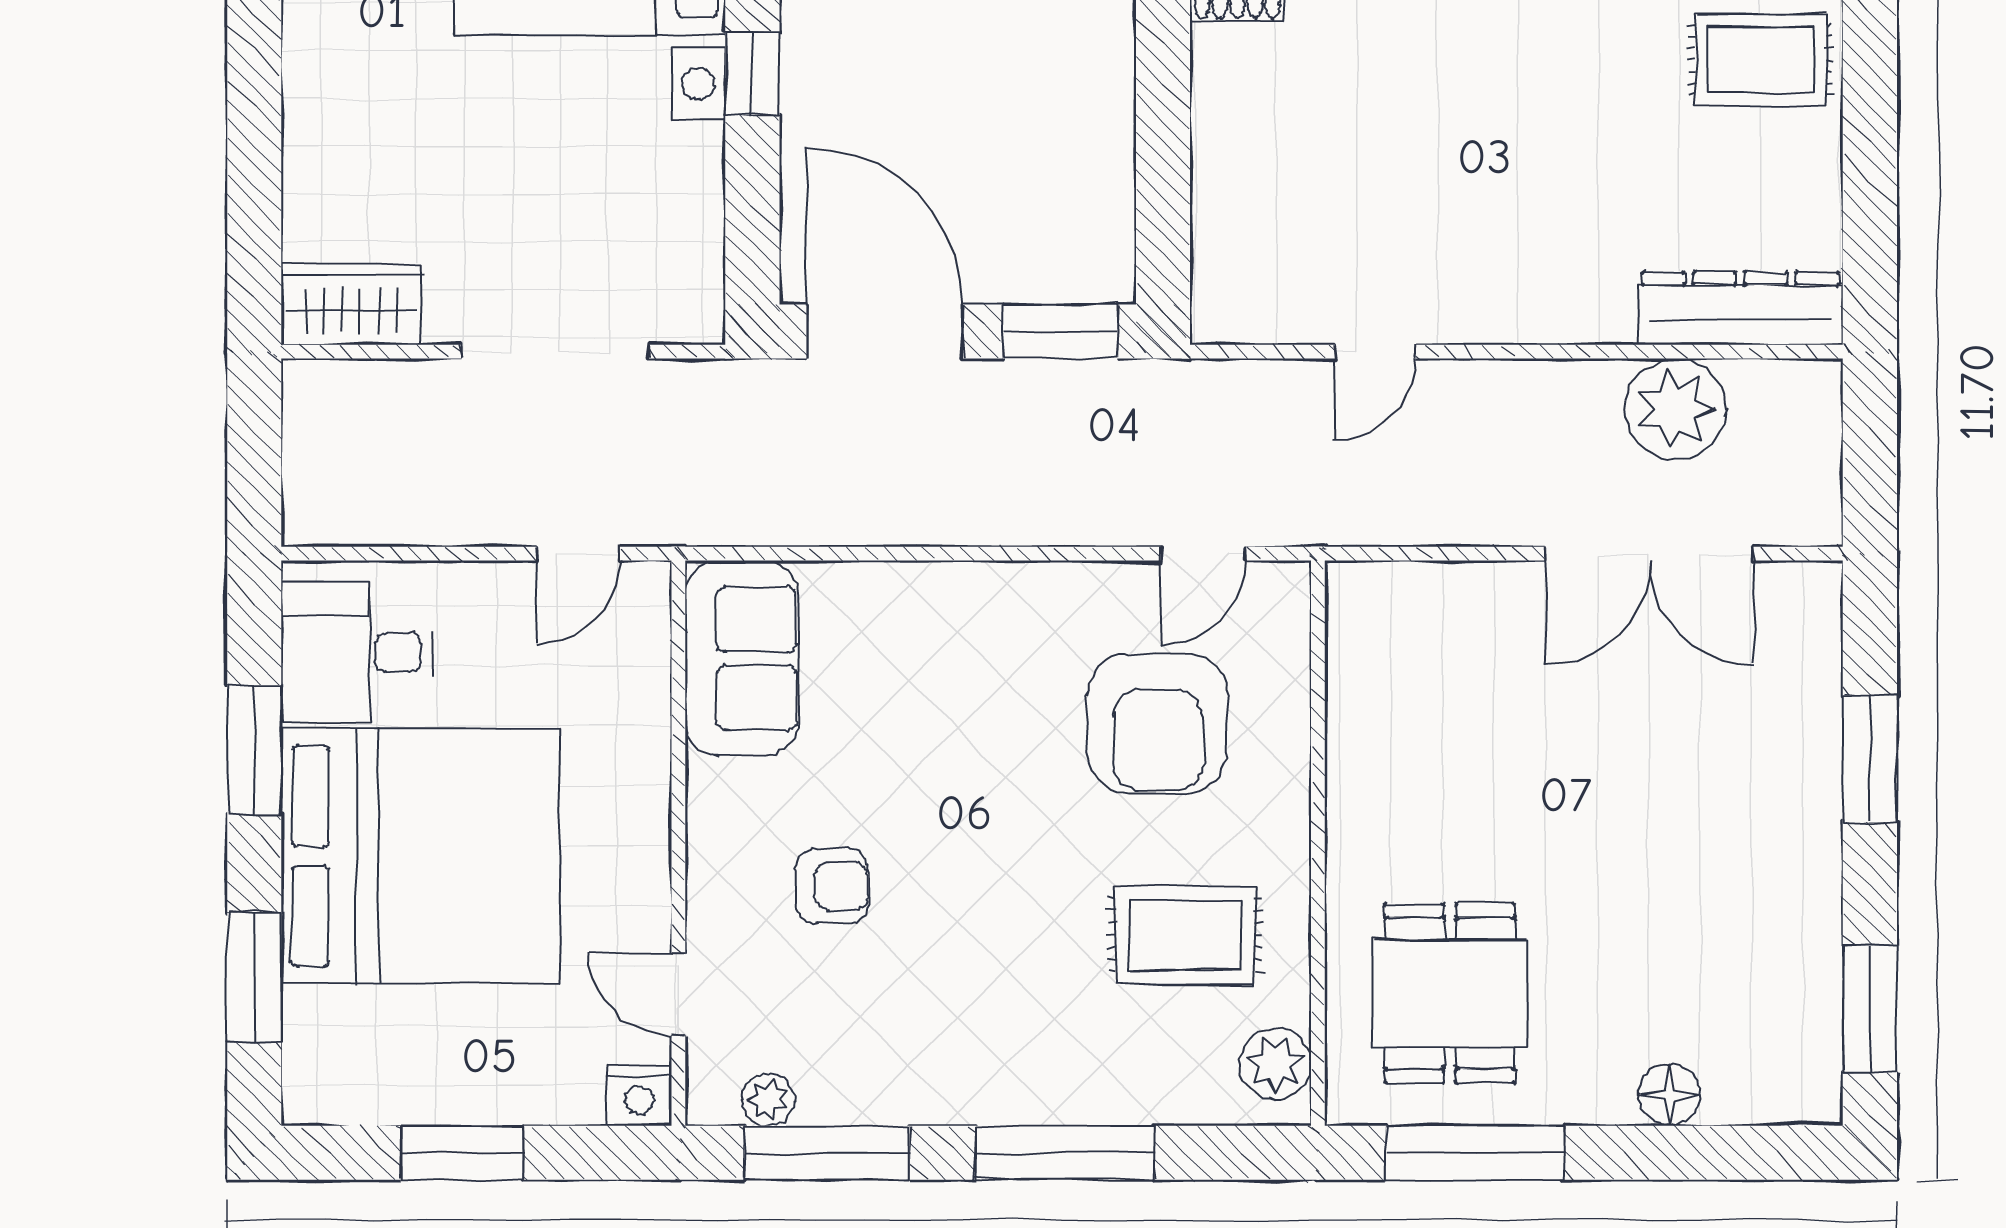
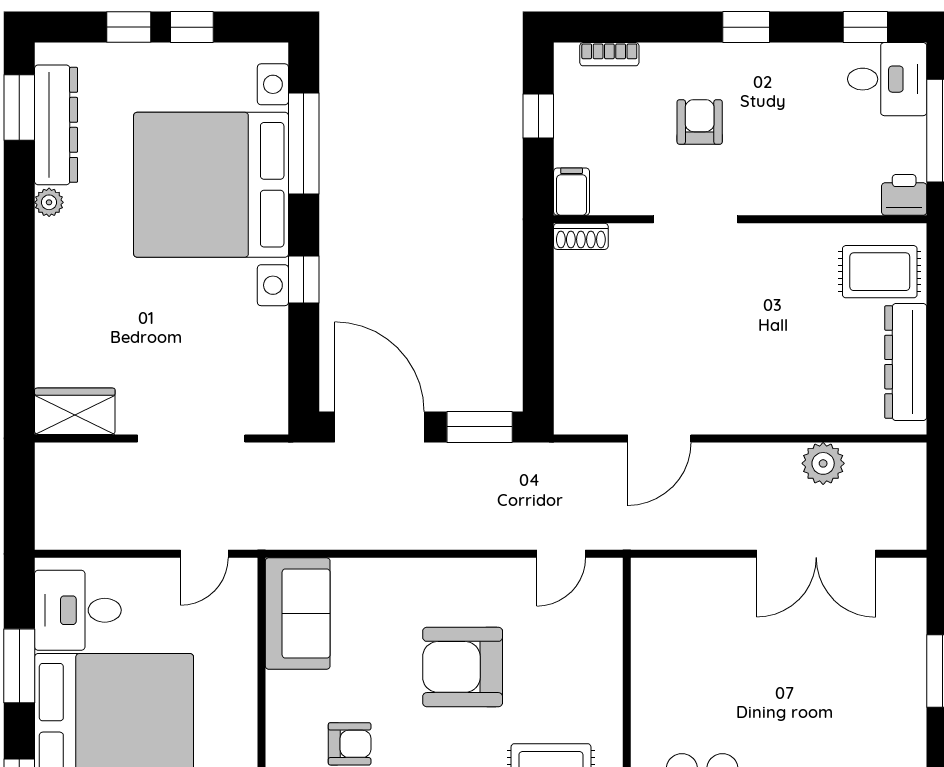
dresser: (1740, 308) -> (906, 362), moved, turned -90
door: (1375, 352) -> (659, 438), width x1.38
plant: (1675, 409) -> (823, 463), width x0.73, depth x0.73
armchair: (1158, 724) -> (463, 667), moved, turned 90

